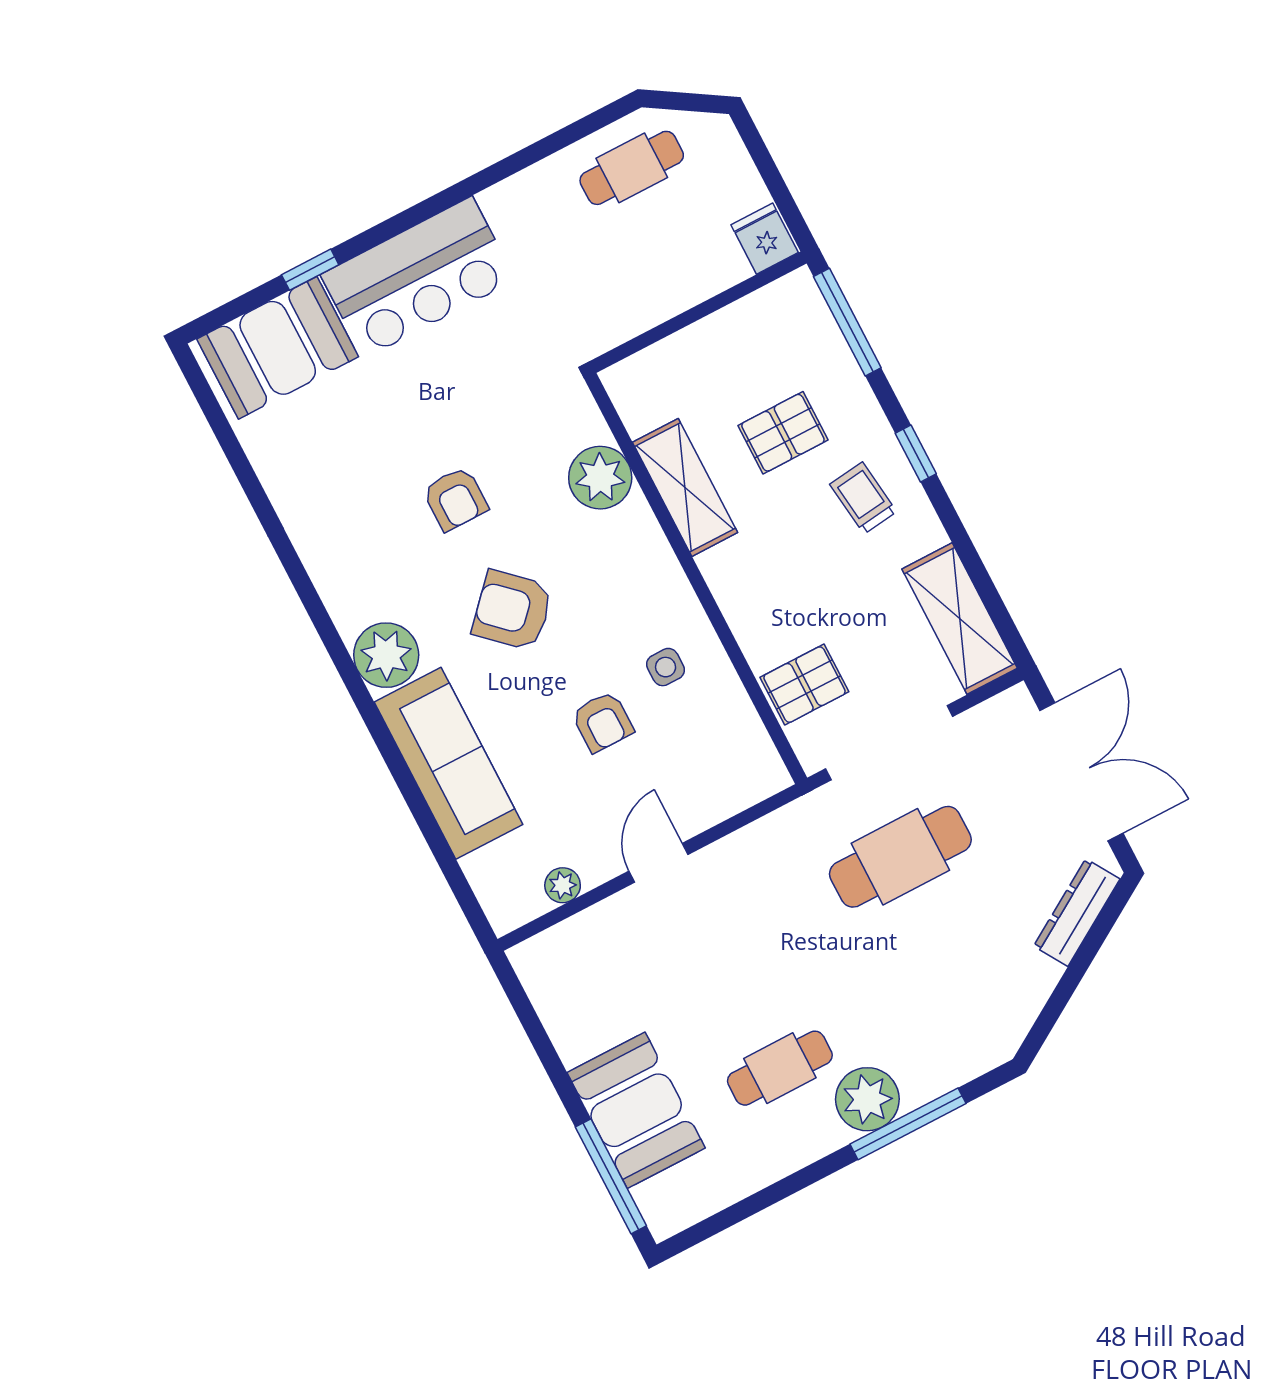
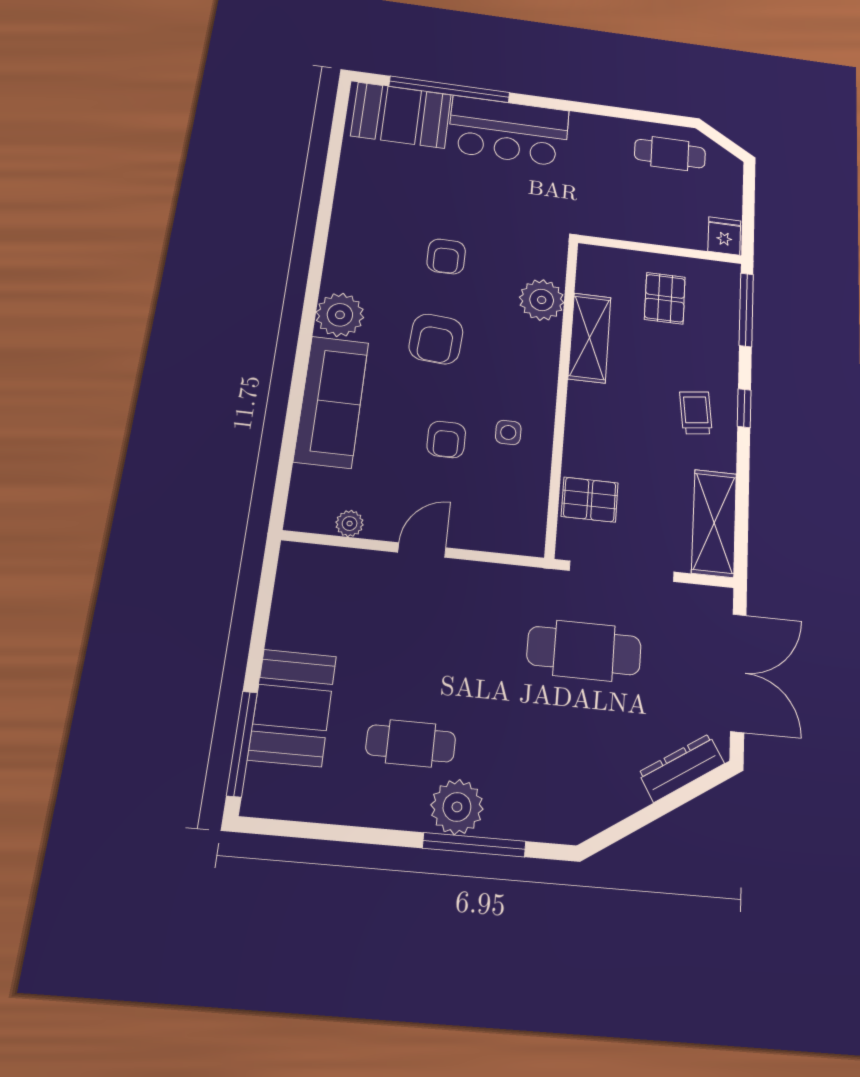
window: (310, 270) -> (450, 89), width x3.17
pallet: (783, 433) -> (665, 298), moved, turned 90
armchair: (512, 610) -> (436, 339), turned -129

